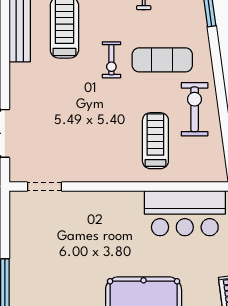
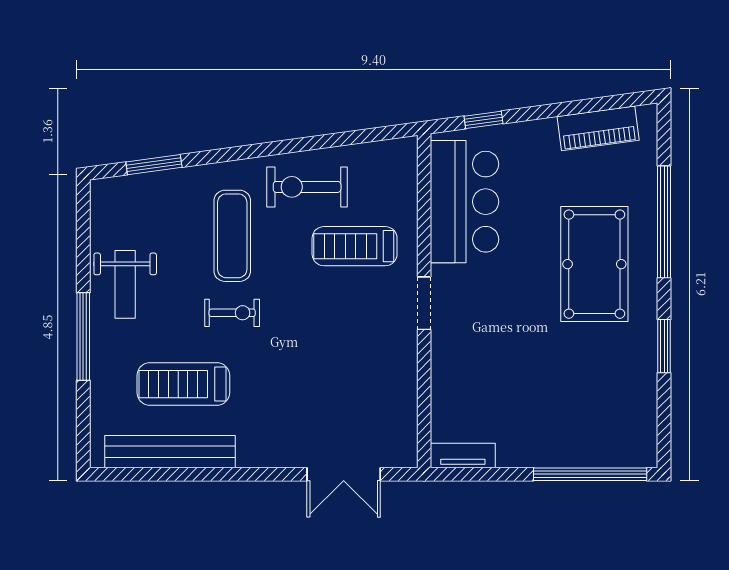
doorway: (44, 187) -> (424, 303), moved
tv unit: (17, 212) -> (463, 456), added

